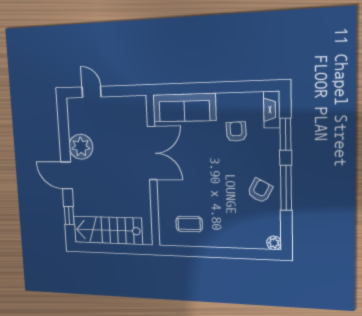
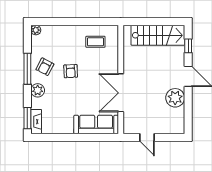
door: (92, 92) -> (147, 137), moved
armchair: (236, 132) -> (71, 71), moved
window: (285, 134) -> (27, 118), moved
plant: (270, 156) -> (38, 90), added

